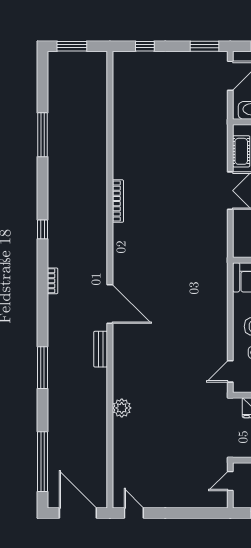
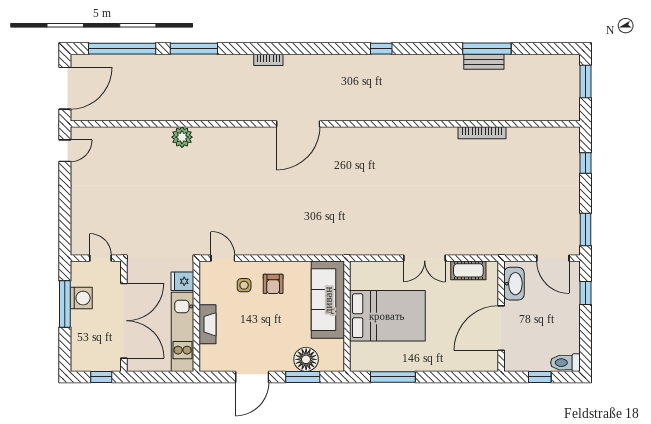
bookcase: (118, 201) -> (482, 133), moved
bookcase: (53, 281) -> (268, 60), moved
bench: (101, 349) -> (484, 62), moved
window: (42, 368) -> (194, 49), moved

